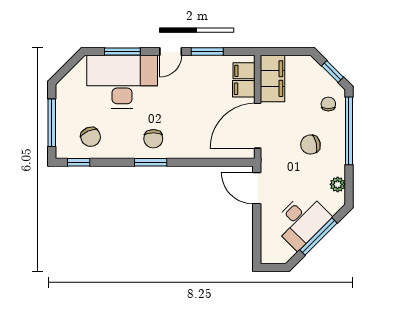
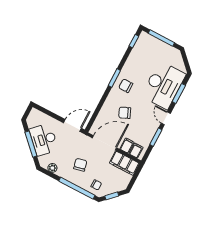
door: (258, 126) -> (104, 143), hinge flipped
chair: (91, 137) -> (125, 113), moved

